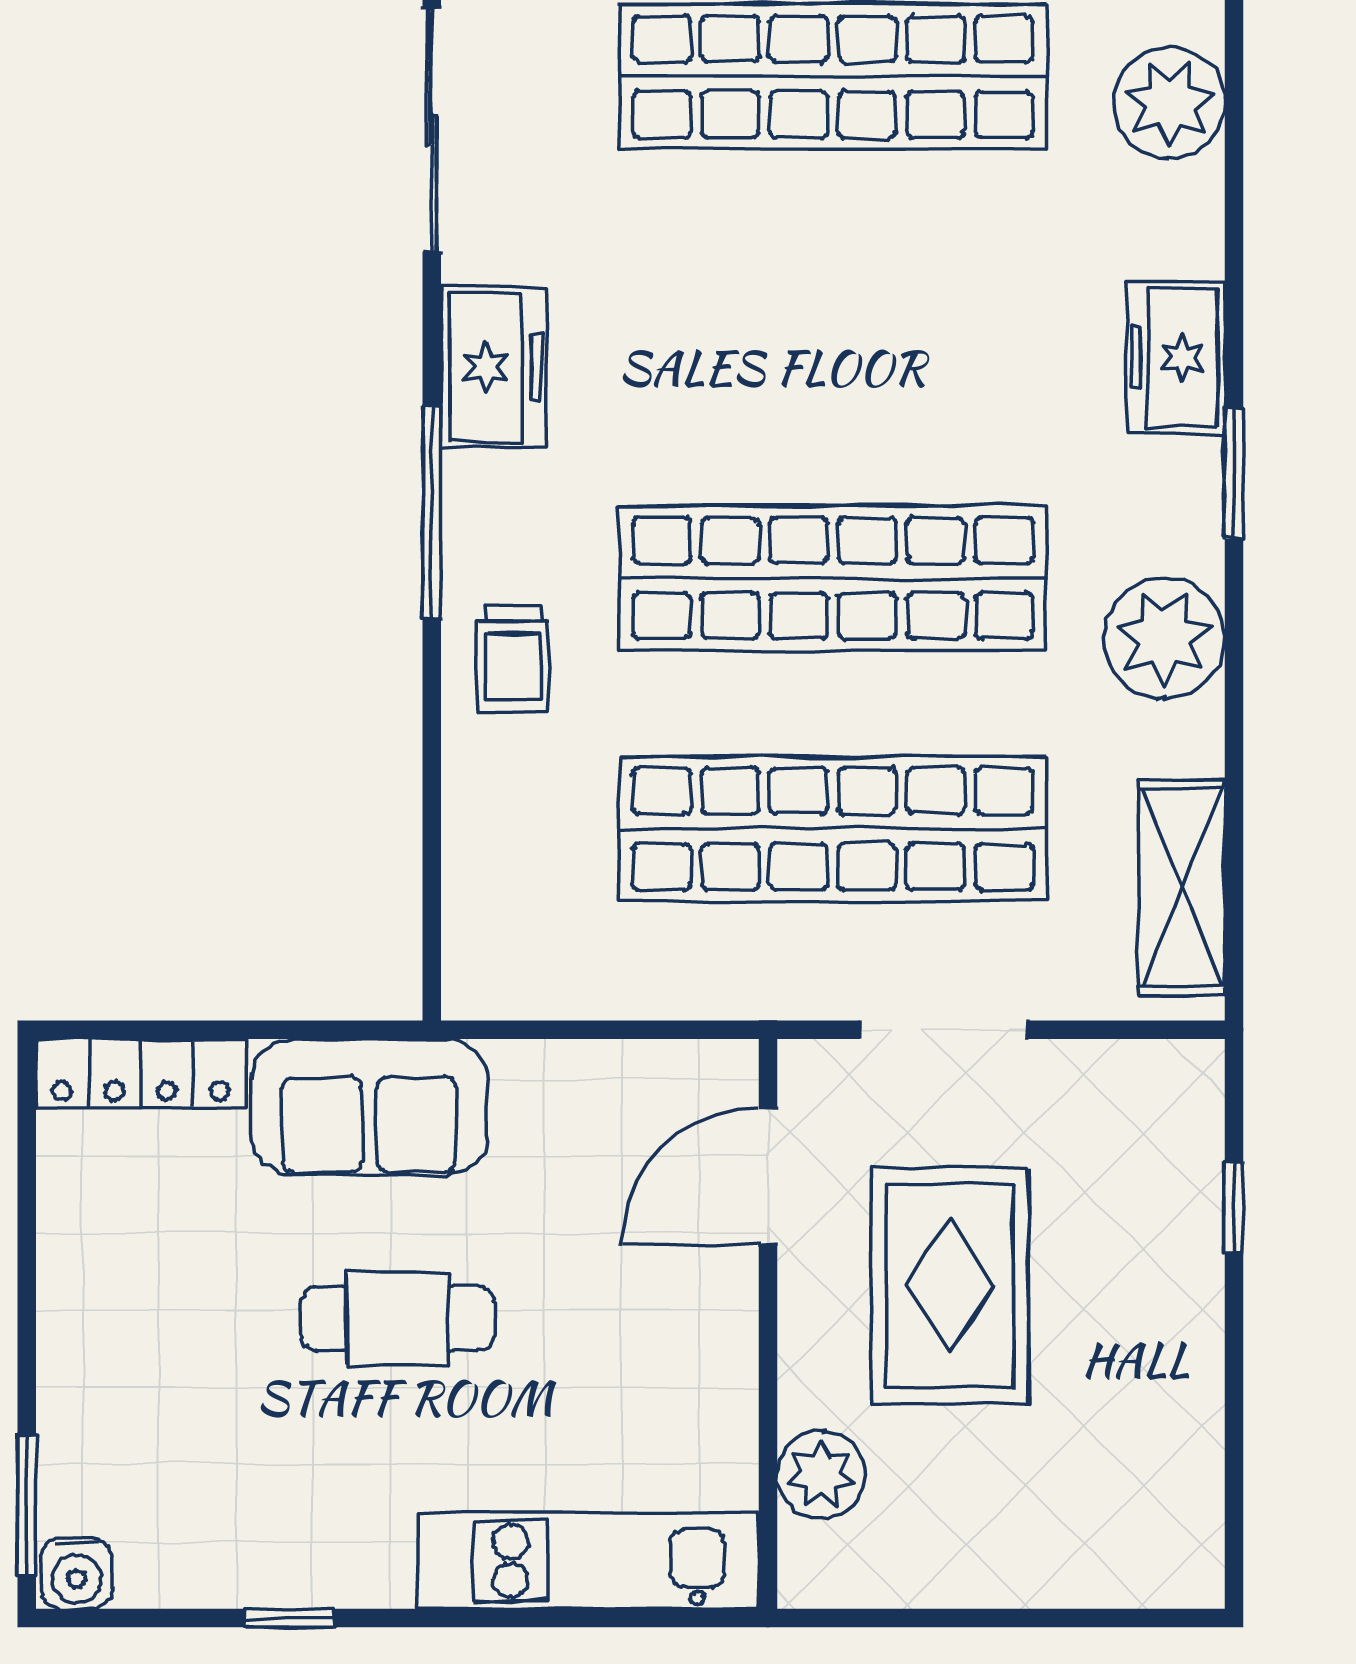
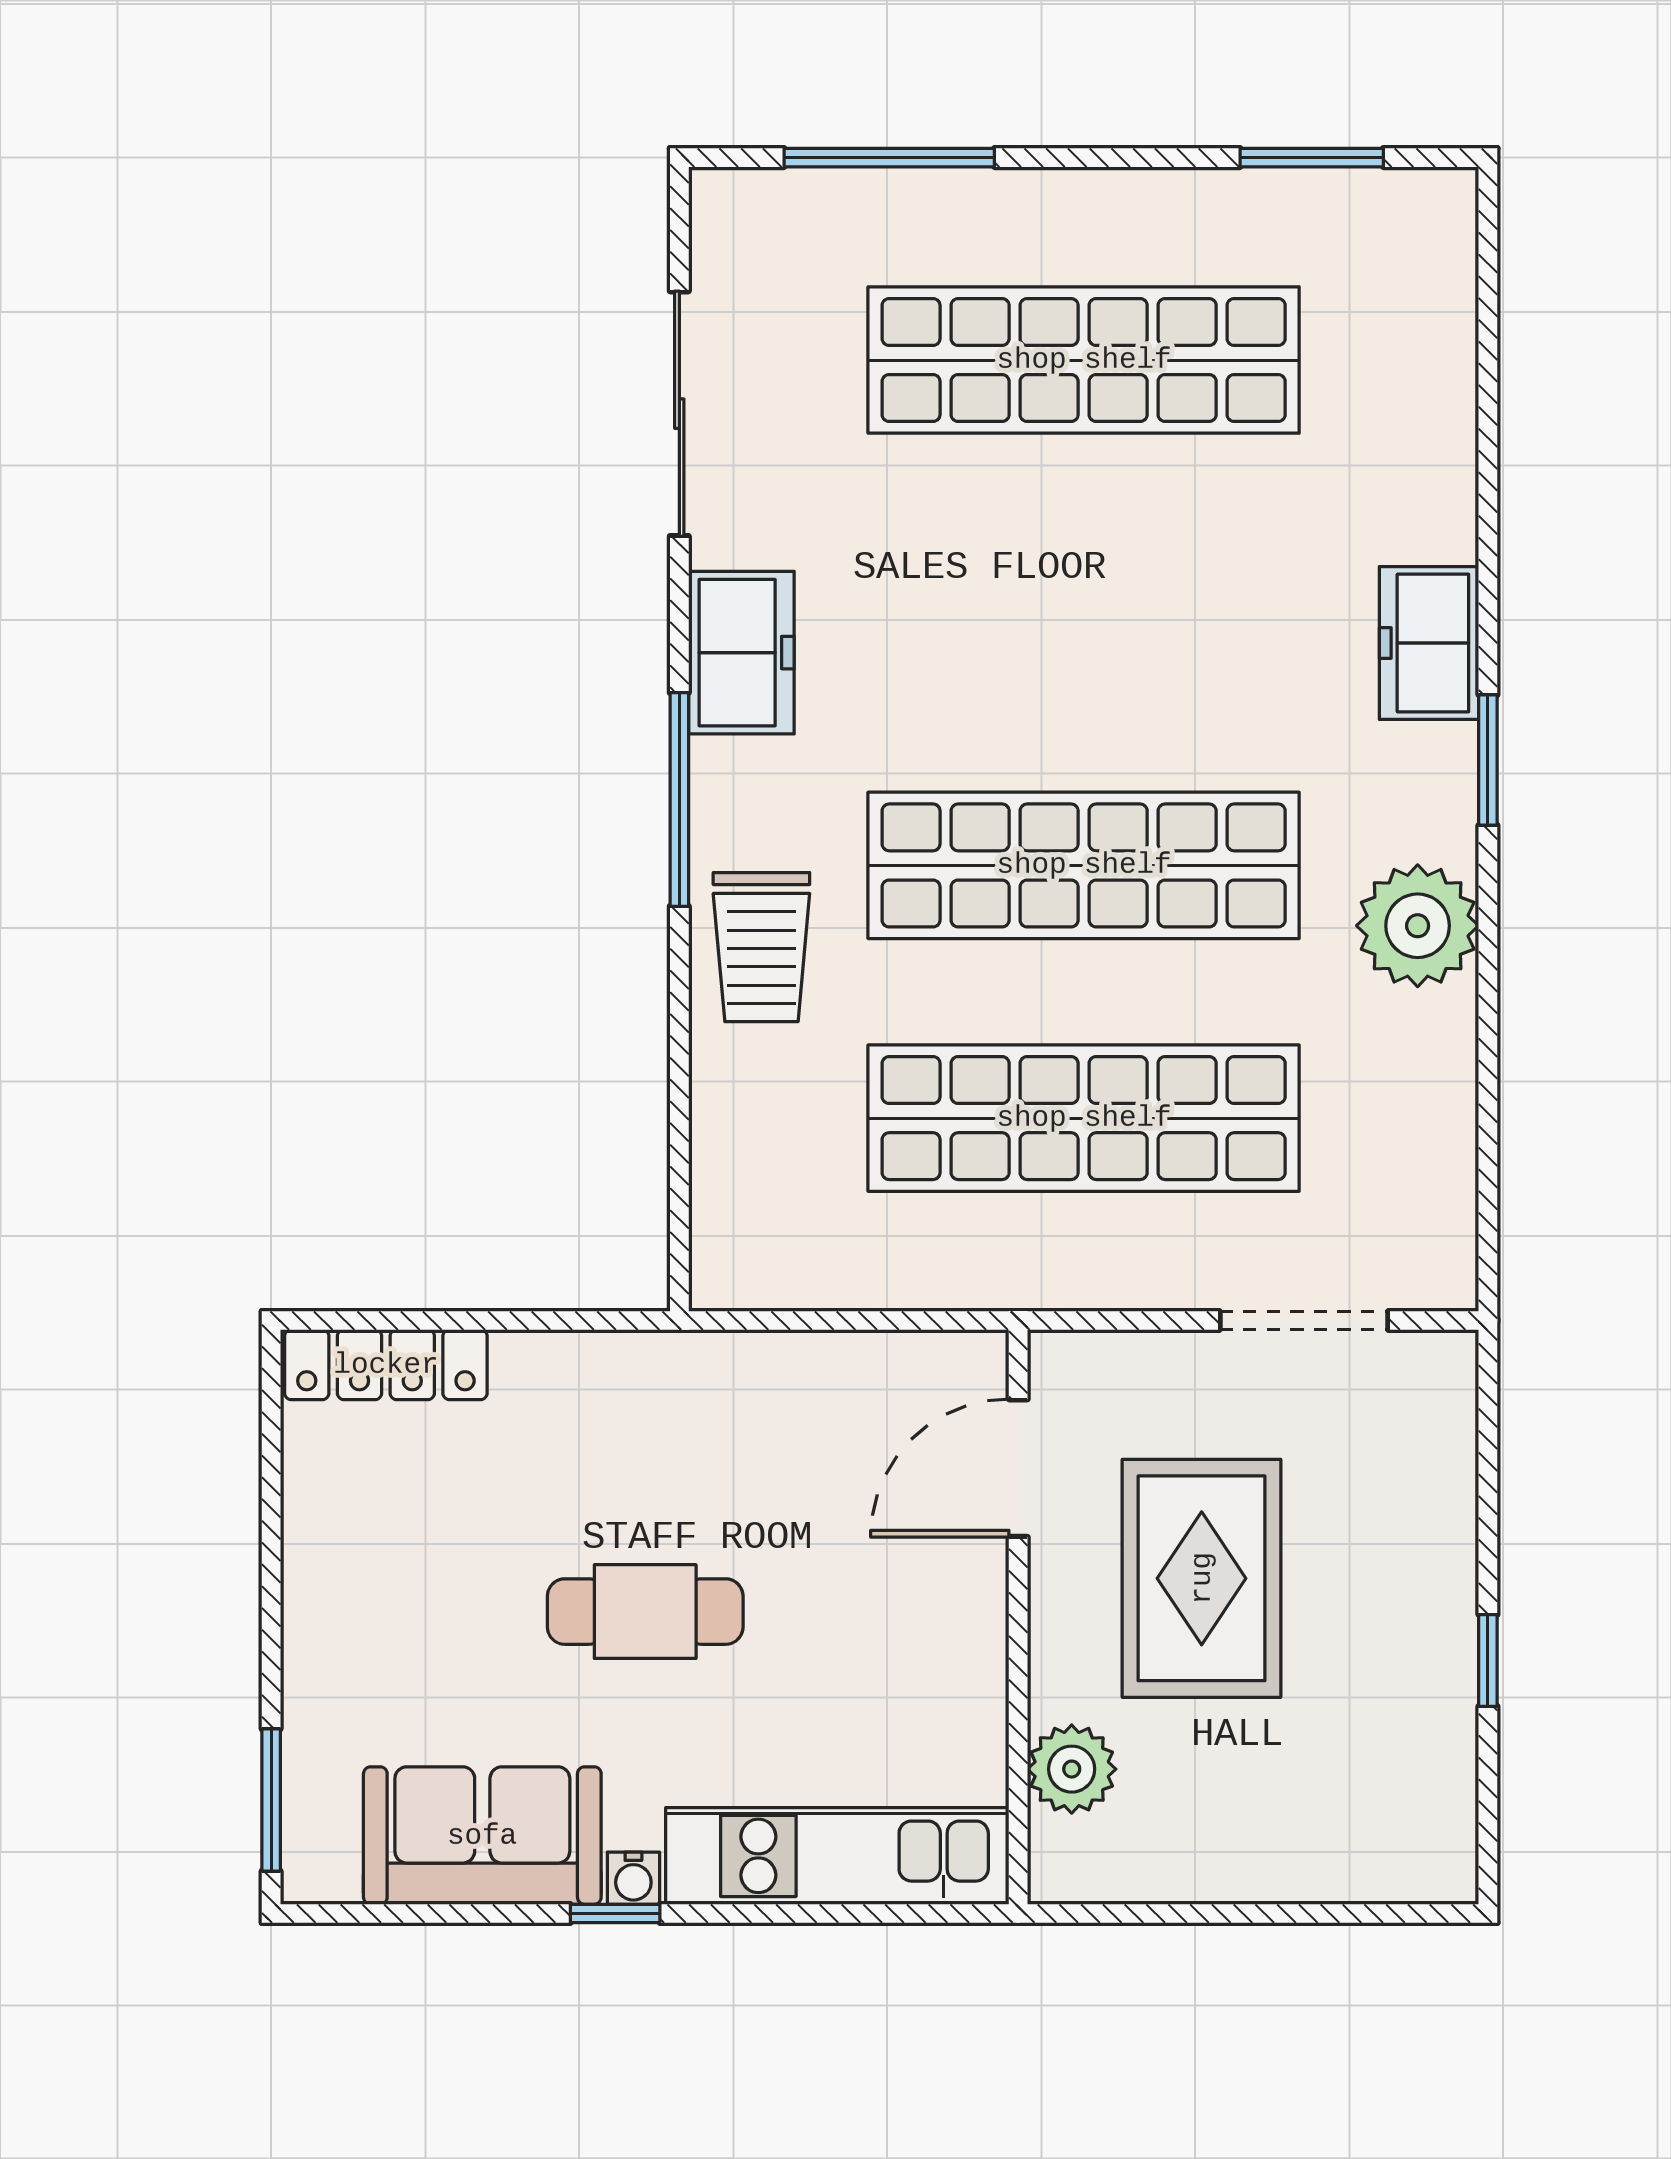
plant: (1169, 103) -> (1422, 387), removed
trolley: (513, 659) -> (761, 947), width x1.36, depth x1.39
shelving: (1182, 887) -> (1435, 1177), removed
doorway: (944, 1030) -> (1304, 1321), moved
sofa: (369, 1107) -> (482, 1836), moved, turned 180
window: (1234, 1208) -> (1488, 1660), moved
water cooler: (77, 1573) -> (633, 1878), moved, width x0.72, depth x0.72
window: (289, 1618) -> (615, 1914), moved

